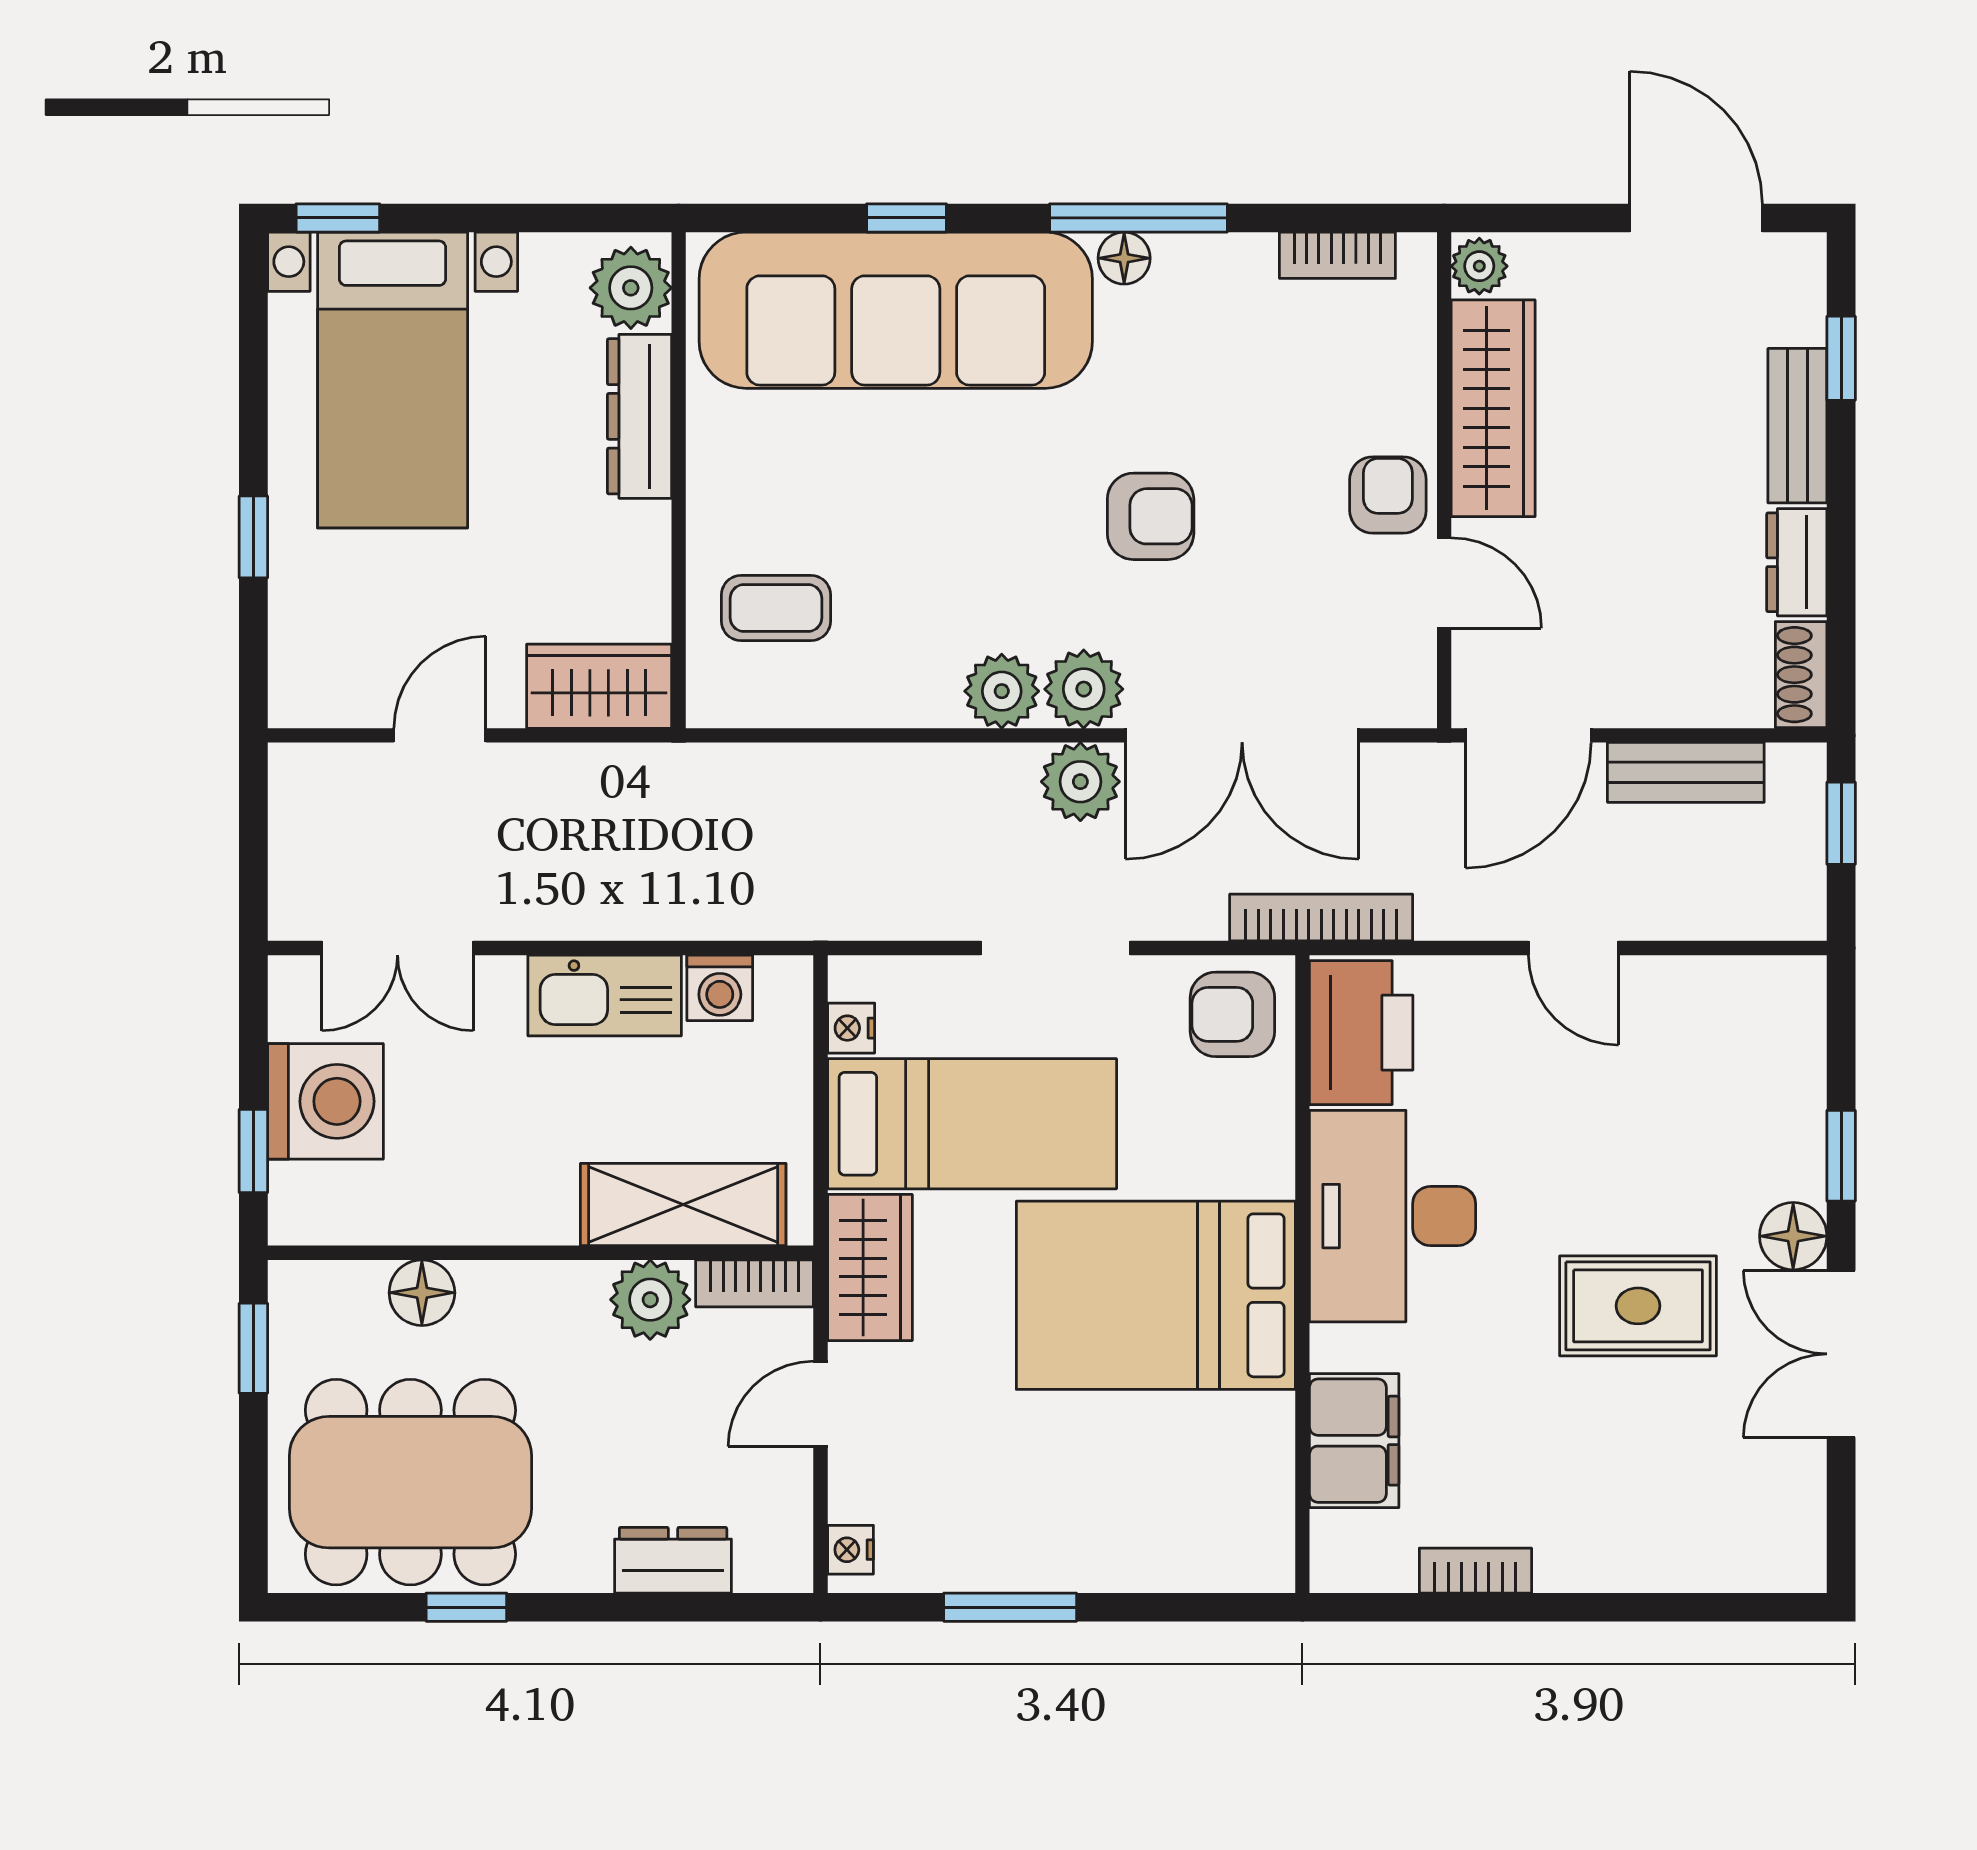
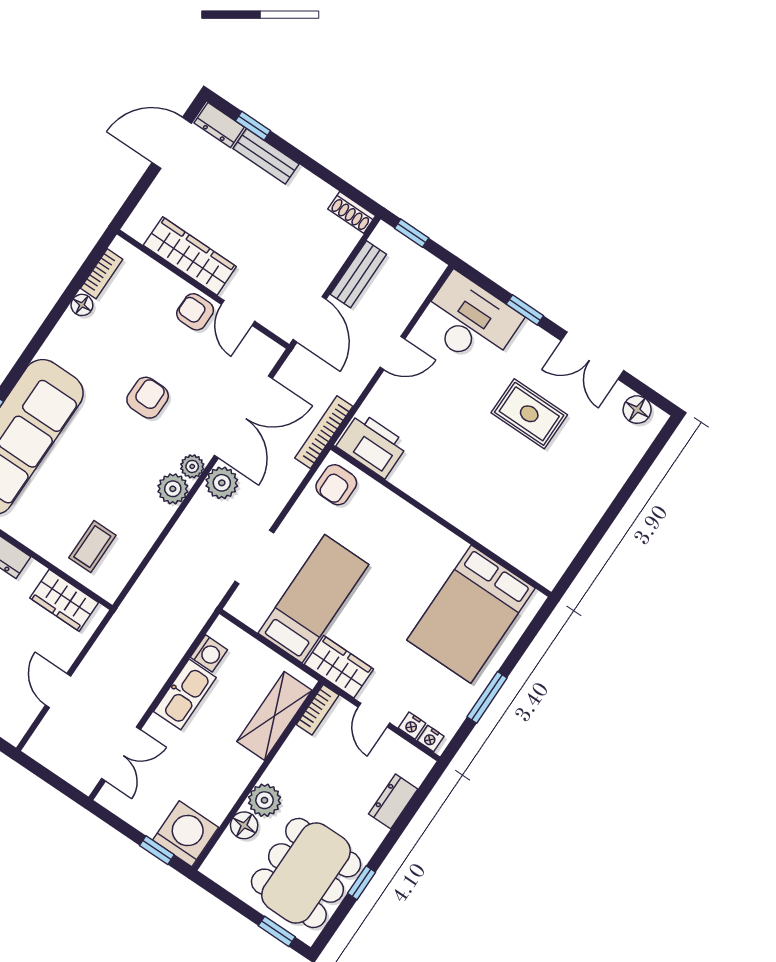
window: (1138, 218) -> (43, 333), removed
floor lamp: (1124, 258) -> (82, 305), moved
plant: (1479, 266) -> (138, 228), removed
dresser: (1797, 562) -> (219, 125), moved
door: (1444, 583) -> (238, 313), swing flipped
wardrobe: (599, 686) -> (64, 600), moved, turned -90
plant: (1084, 689) -> (192, 466), width x0.73, depth x0.73
doorway: (1056, 948) -> (254, 557), moved
nightstand: (851, 1028) -> (412, 726), moved
washing machine: (325, 1101) -> (185, 834), moved
desk: (1393, 1216) -> (470, 321), moved, turned 180
floor lamp: (1793, 1236) -> (637, 410), moved
bed: (1156, 1295) -> (471, 614), moved
plant: (650, 1300) -> (265, 800), moved
rug: (1638, 1306) -> (529, 414), turned 90
window: (253, 1348) -> (277, 931), moved
filing cabinet: (1354, 1441) -> (510, 542), removed
bookcase: (1475, 1571) -> (582, 530), removed

